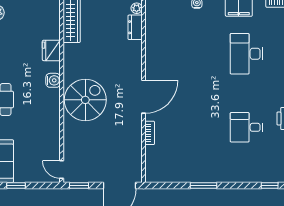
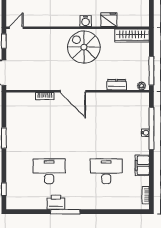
dresser: (135, 27) -> (117, 85), moved
spiral stairs: (85, 100) -> (84, 47), moved, turned 180
desk: (246, 127) -> (49, 171), width x1.37

